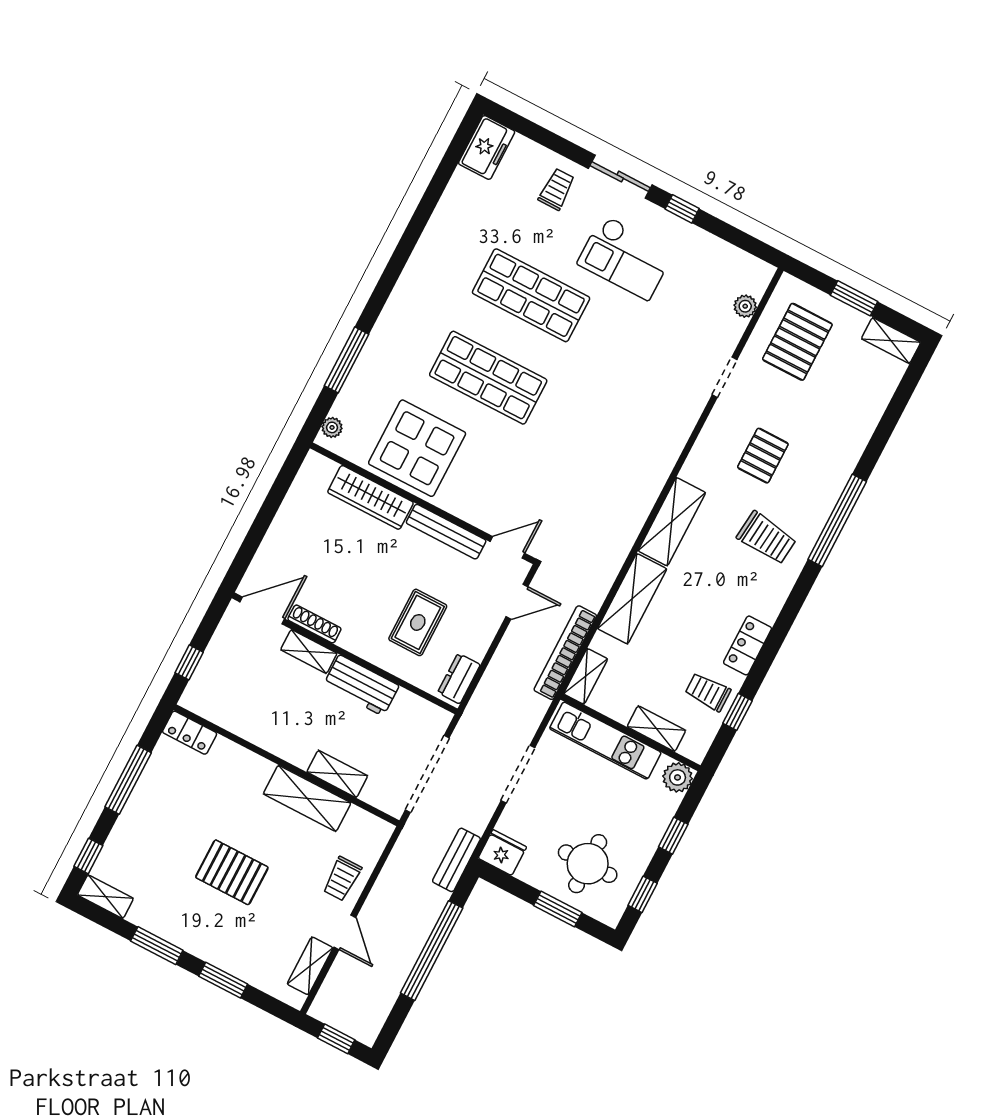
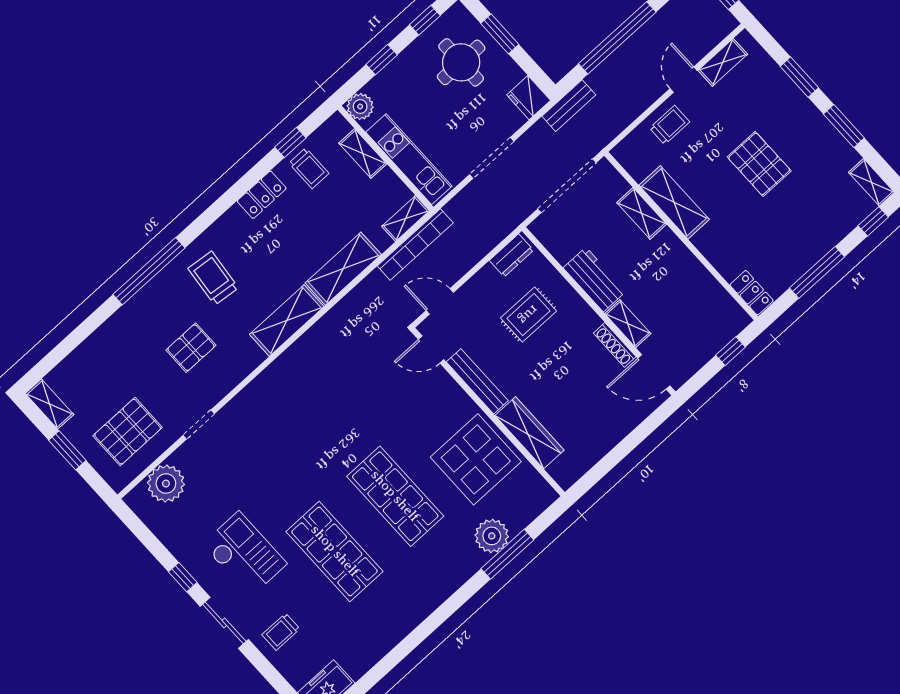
plant: (745, 306) -> (166, 484), width x1.87, depth x1.87
plant: (332, 427) -> (492, 536), moved, width x1.88, depth x1.88

